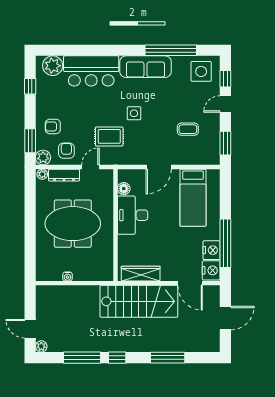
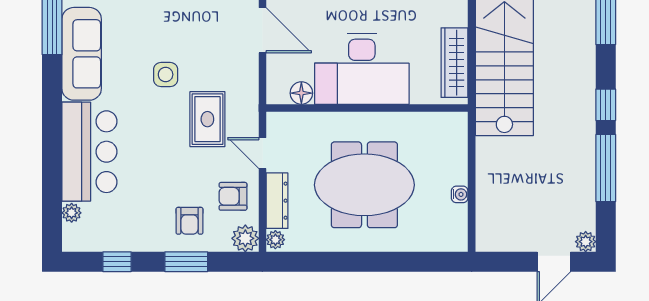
plant: (53, 66) -> (72, 213), width x0.53, depth x0.53
window: (30, 141) -> (186, 262), moved
desk: (133, 215) -> (362, 69), width x1.36, depth x1.30
meeting table: (73, 224) -> (364, 185), turned 90

